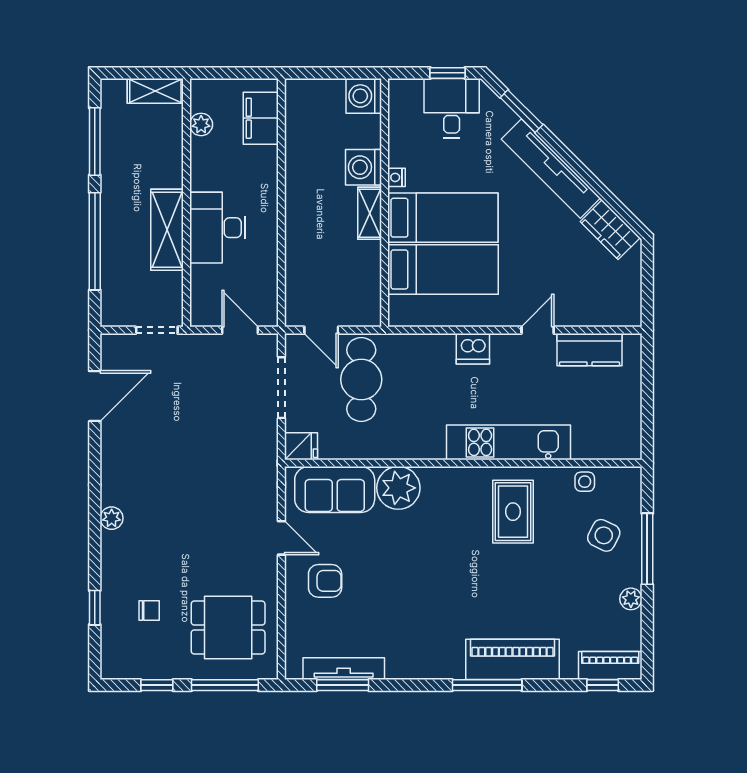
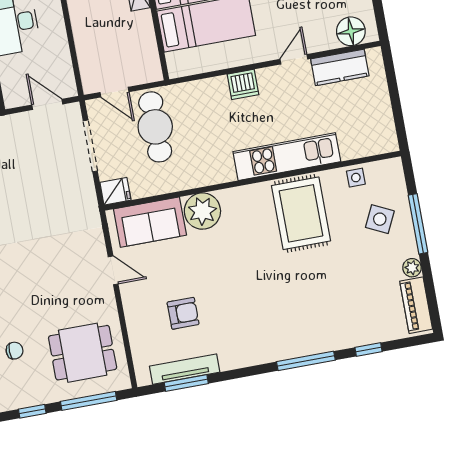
floor lamp: (610, 310) -> (351, 31), added
rug: (513, 512) -> (301, 213), width x1.36, depth x1.43
armchair: (325, 581) -> (183, 313), moved
piano: (513, 659) -> (323, 336), removed
piano: (610, 666) -> (416, 305), moved, turned -90
window: (603, 685) -> (368, 349), moved

